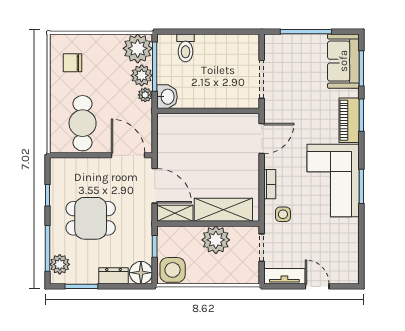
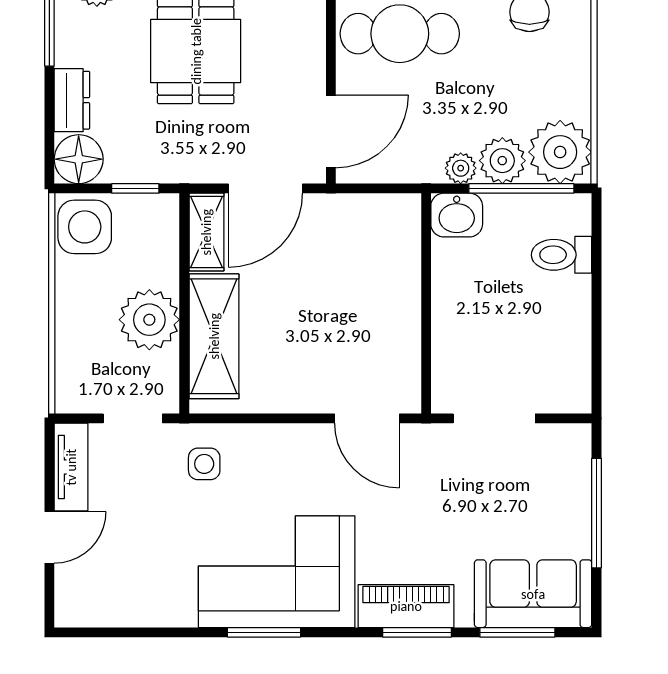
bookcase: (270, 184) -> (269, 436), removed

